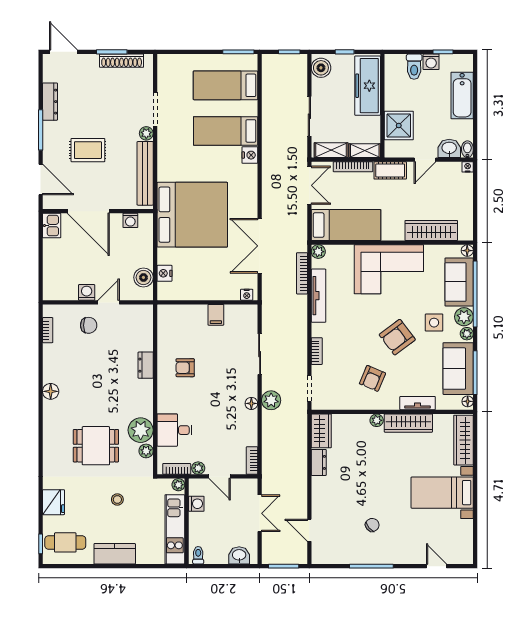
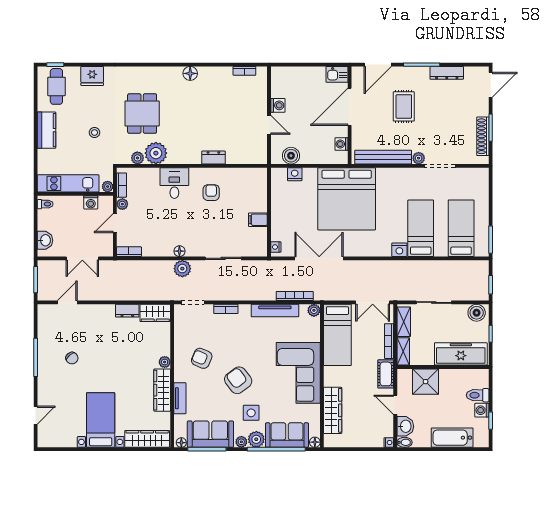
chair: (89, 325) -> (249, 107), removed
desk: (174, 430) -> (174, 183), moved

